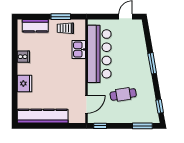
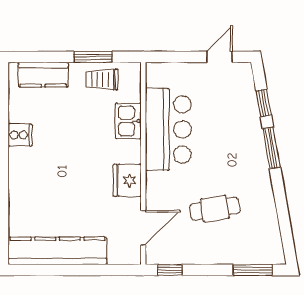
bar counter: (99, 54) -> (168, 129), width x0.73
fridge: (24, 84) -> (127, 180), moved, turned 180
window: (160, 106) -> (264, 103), moved

